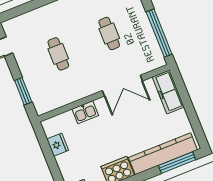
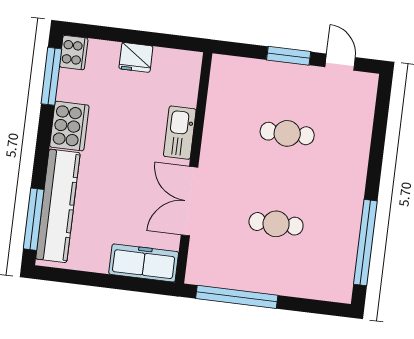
window: (23, 91) -> (289, 56), moved
kitchen sink: (85, 112) -> (180, 133), width x1.38
fridge: (58, 145) -> (136, 57), moved

